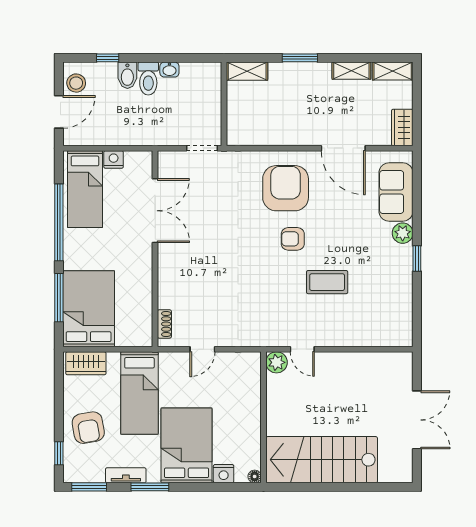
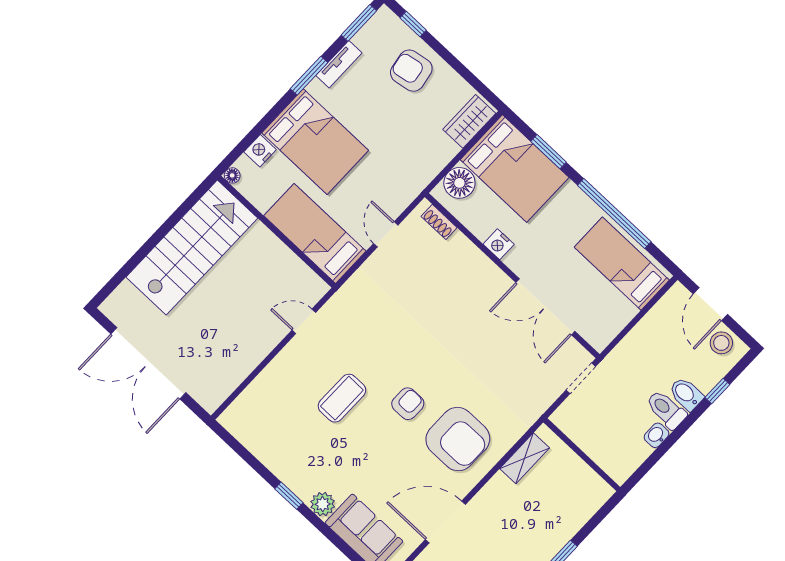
shelving: (247, 71) -> (525, 458), moved
doorway: (202, 148) -> (581, 378), moved
nightstand: (114, 159) -> (499, 244), moved, turned 90
window: (59, 298) -> (549, 152), width x0.69
floor lamp: (129, 334) -> (459, 183), added
plant: (277, 362) -> (314, 288), removed
bed: (139, 393) -> (315, 233), moved
double door: (417, 420) -> (148, 363), width x1.36

